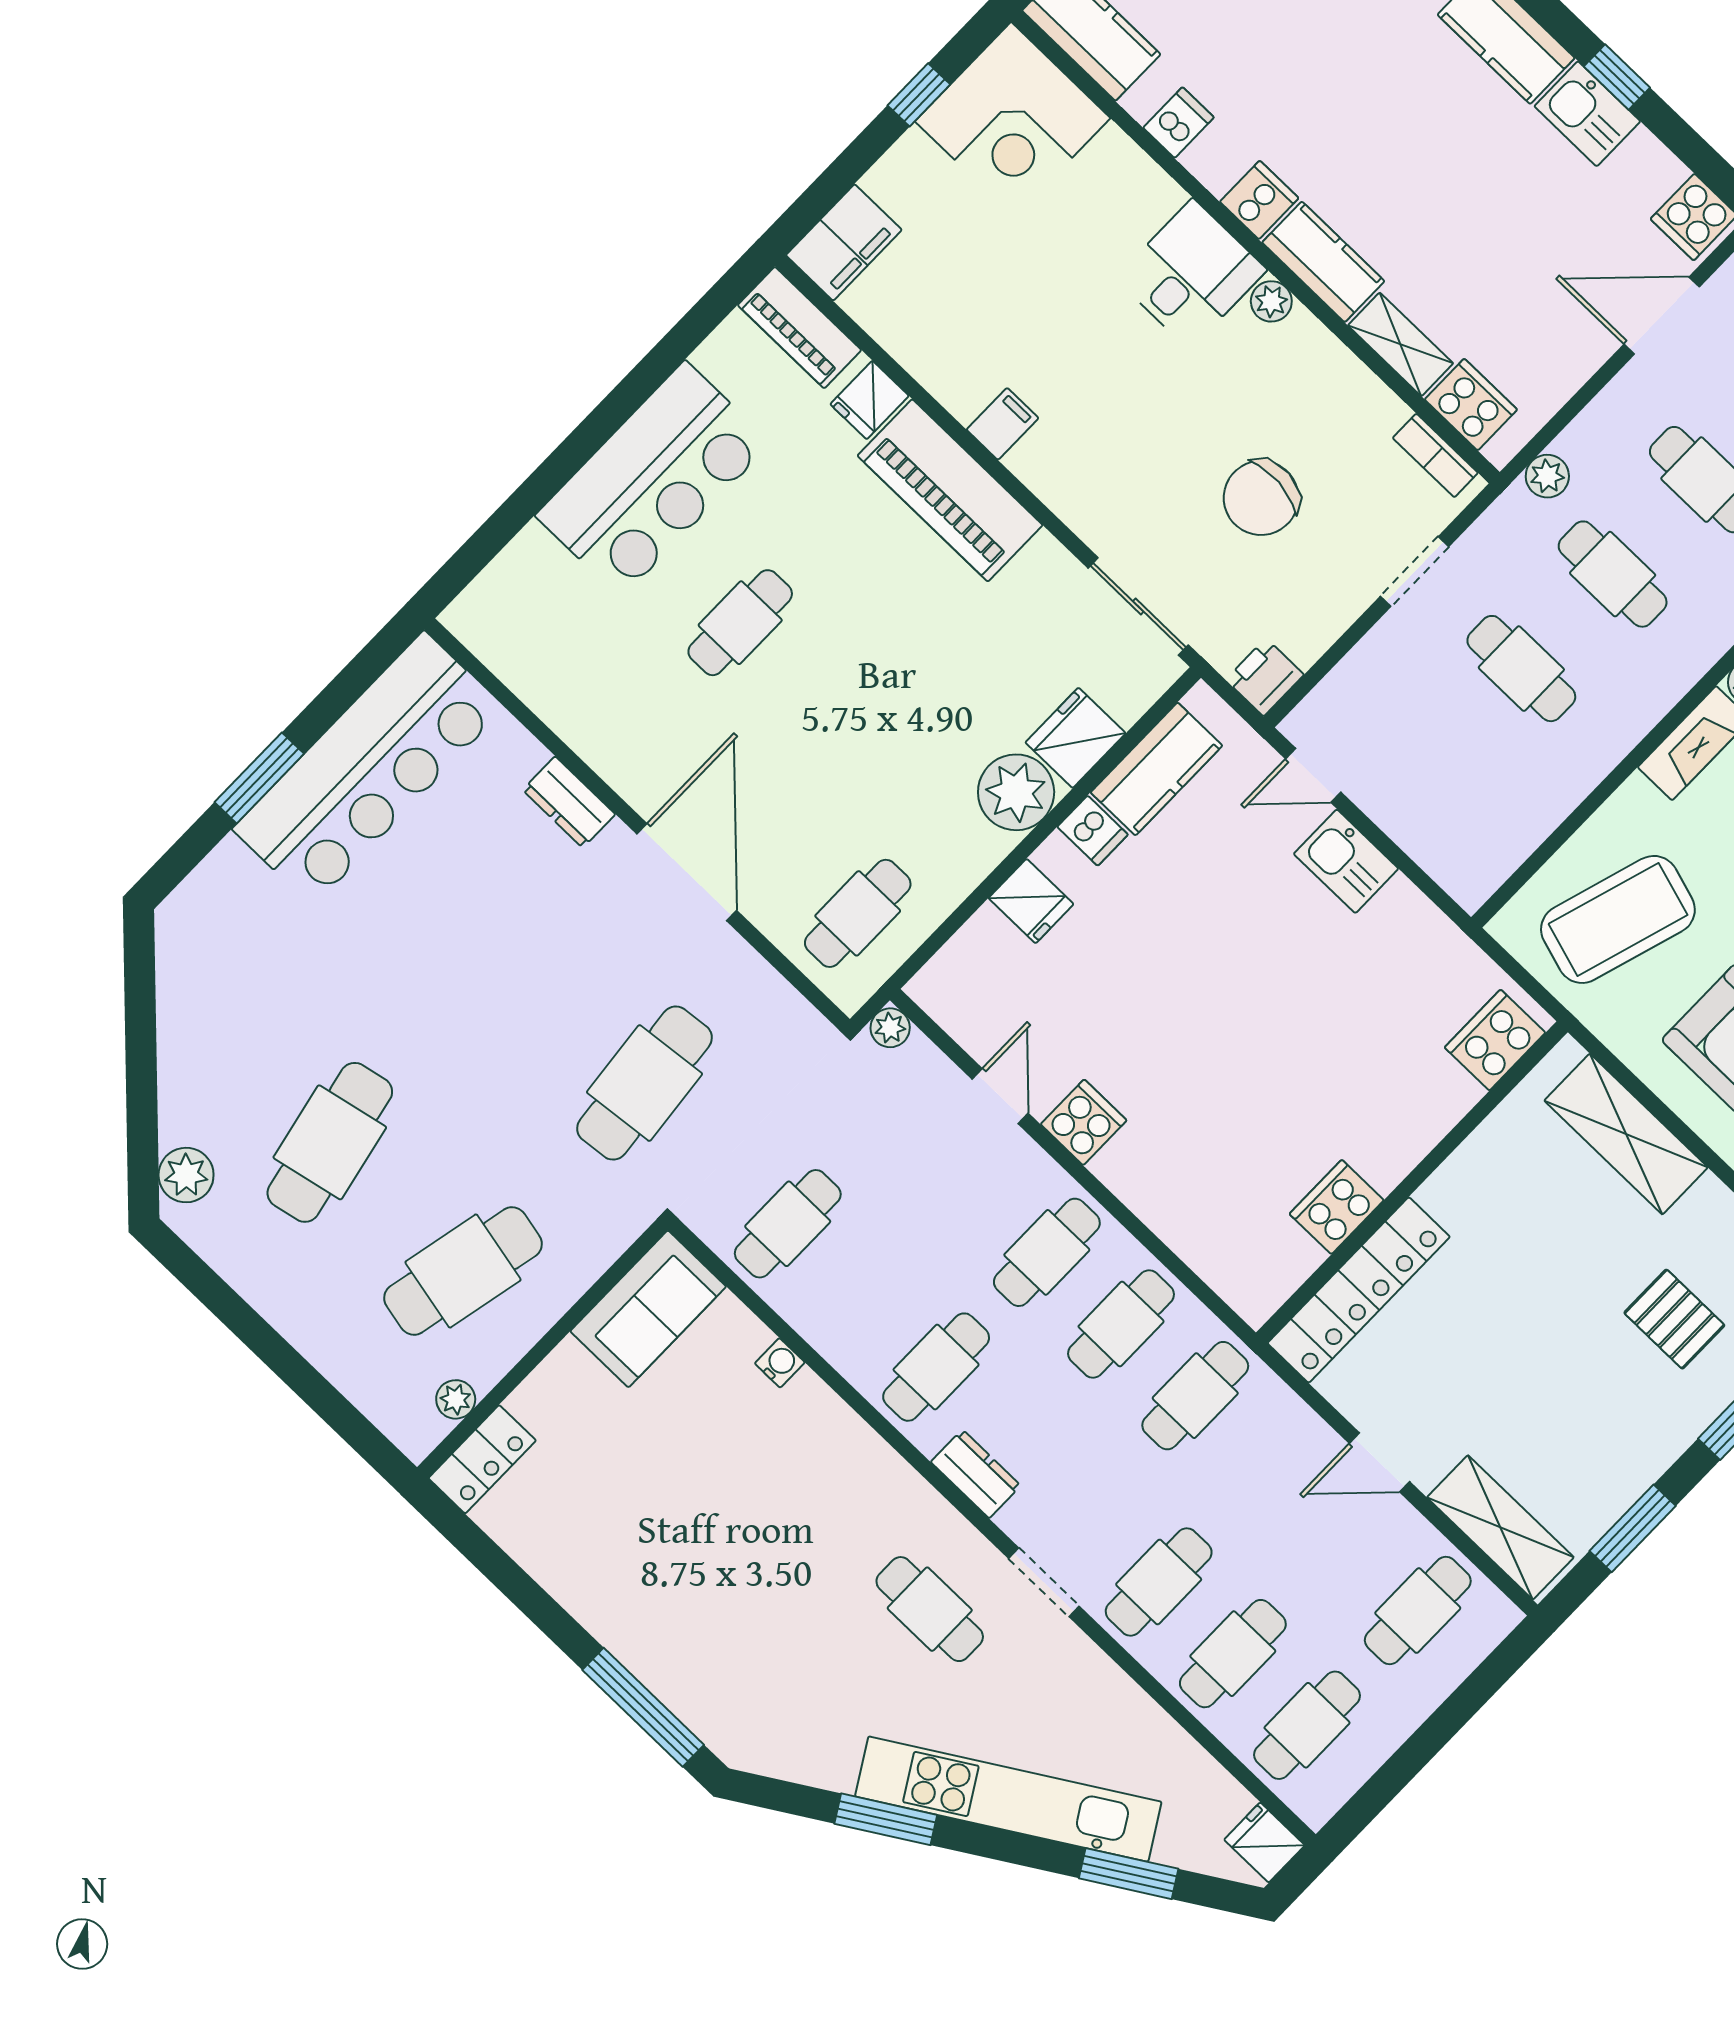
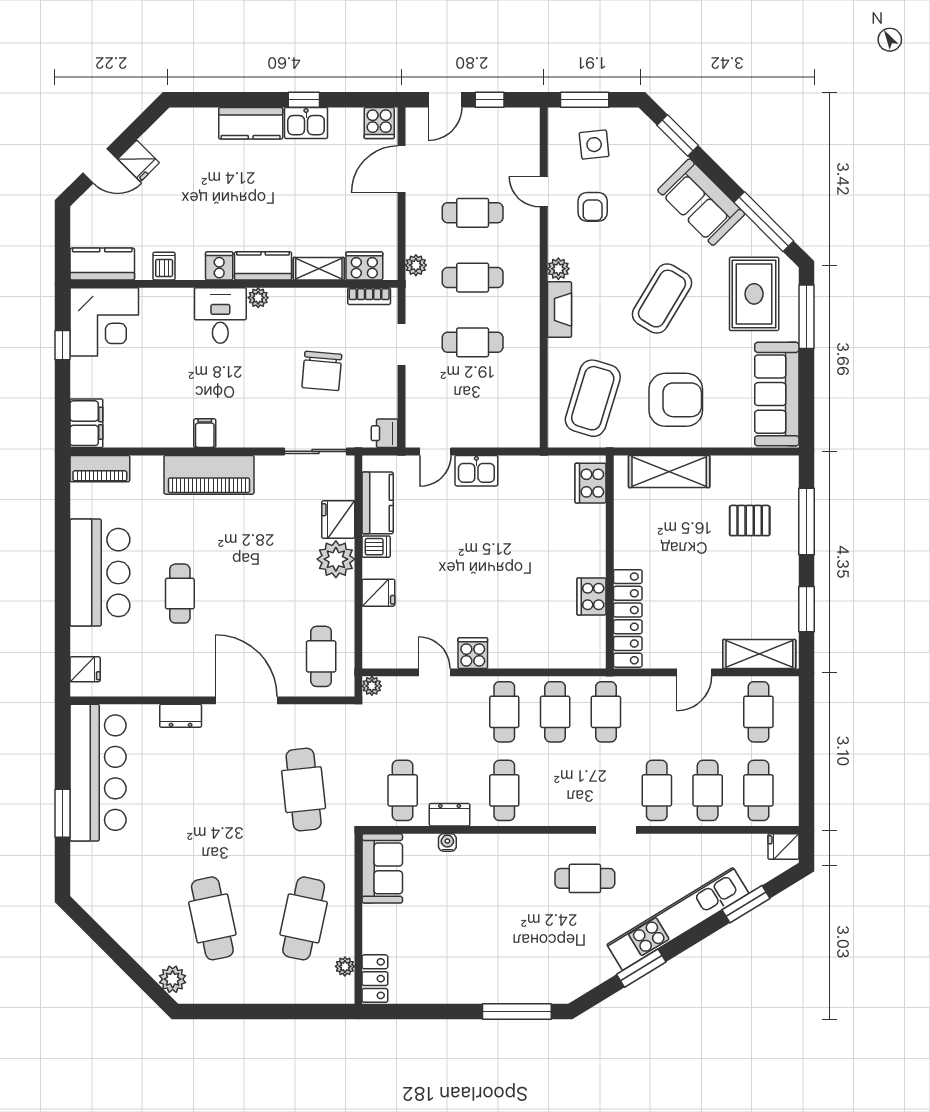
fridge: (870, 400) -> (85, 669), moved, turned -90
dresser: (976, 1474) -> (450, 815), moved

